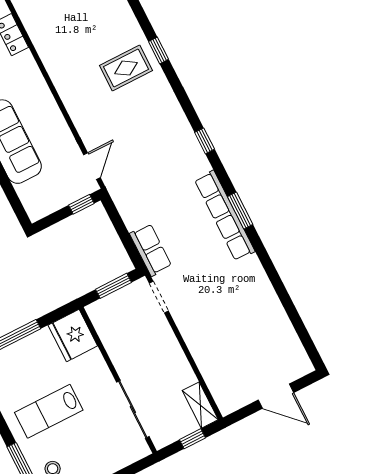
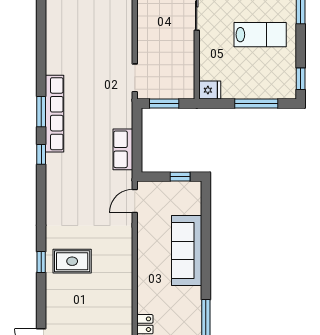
window: (205, 141) -> (41, 154), moved
window: (81, 204) -> (180, 177), moved
row of seats: (151, 250) -> (123, 149), moved
fridge: (73, 336) -> (210, 90), width x0.53, depth x0.75

